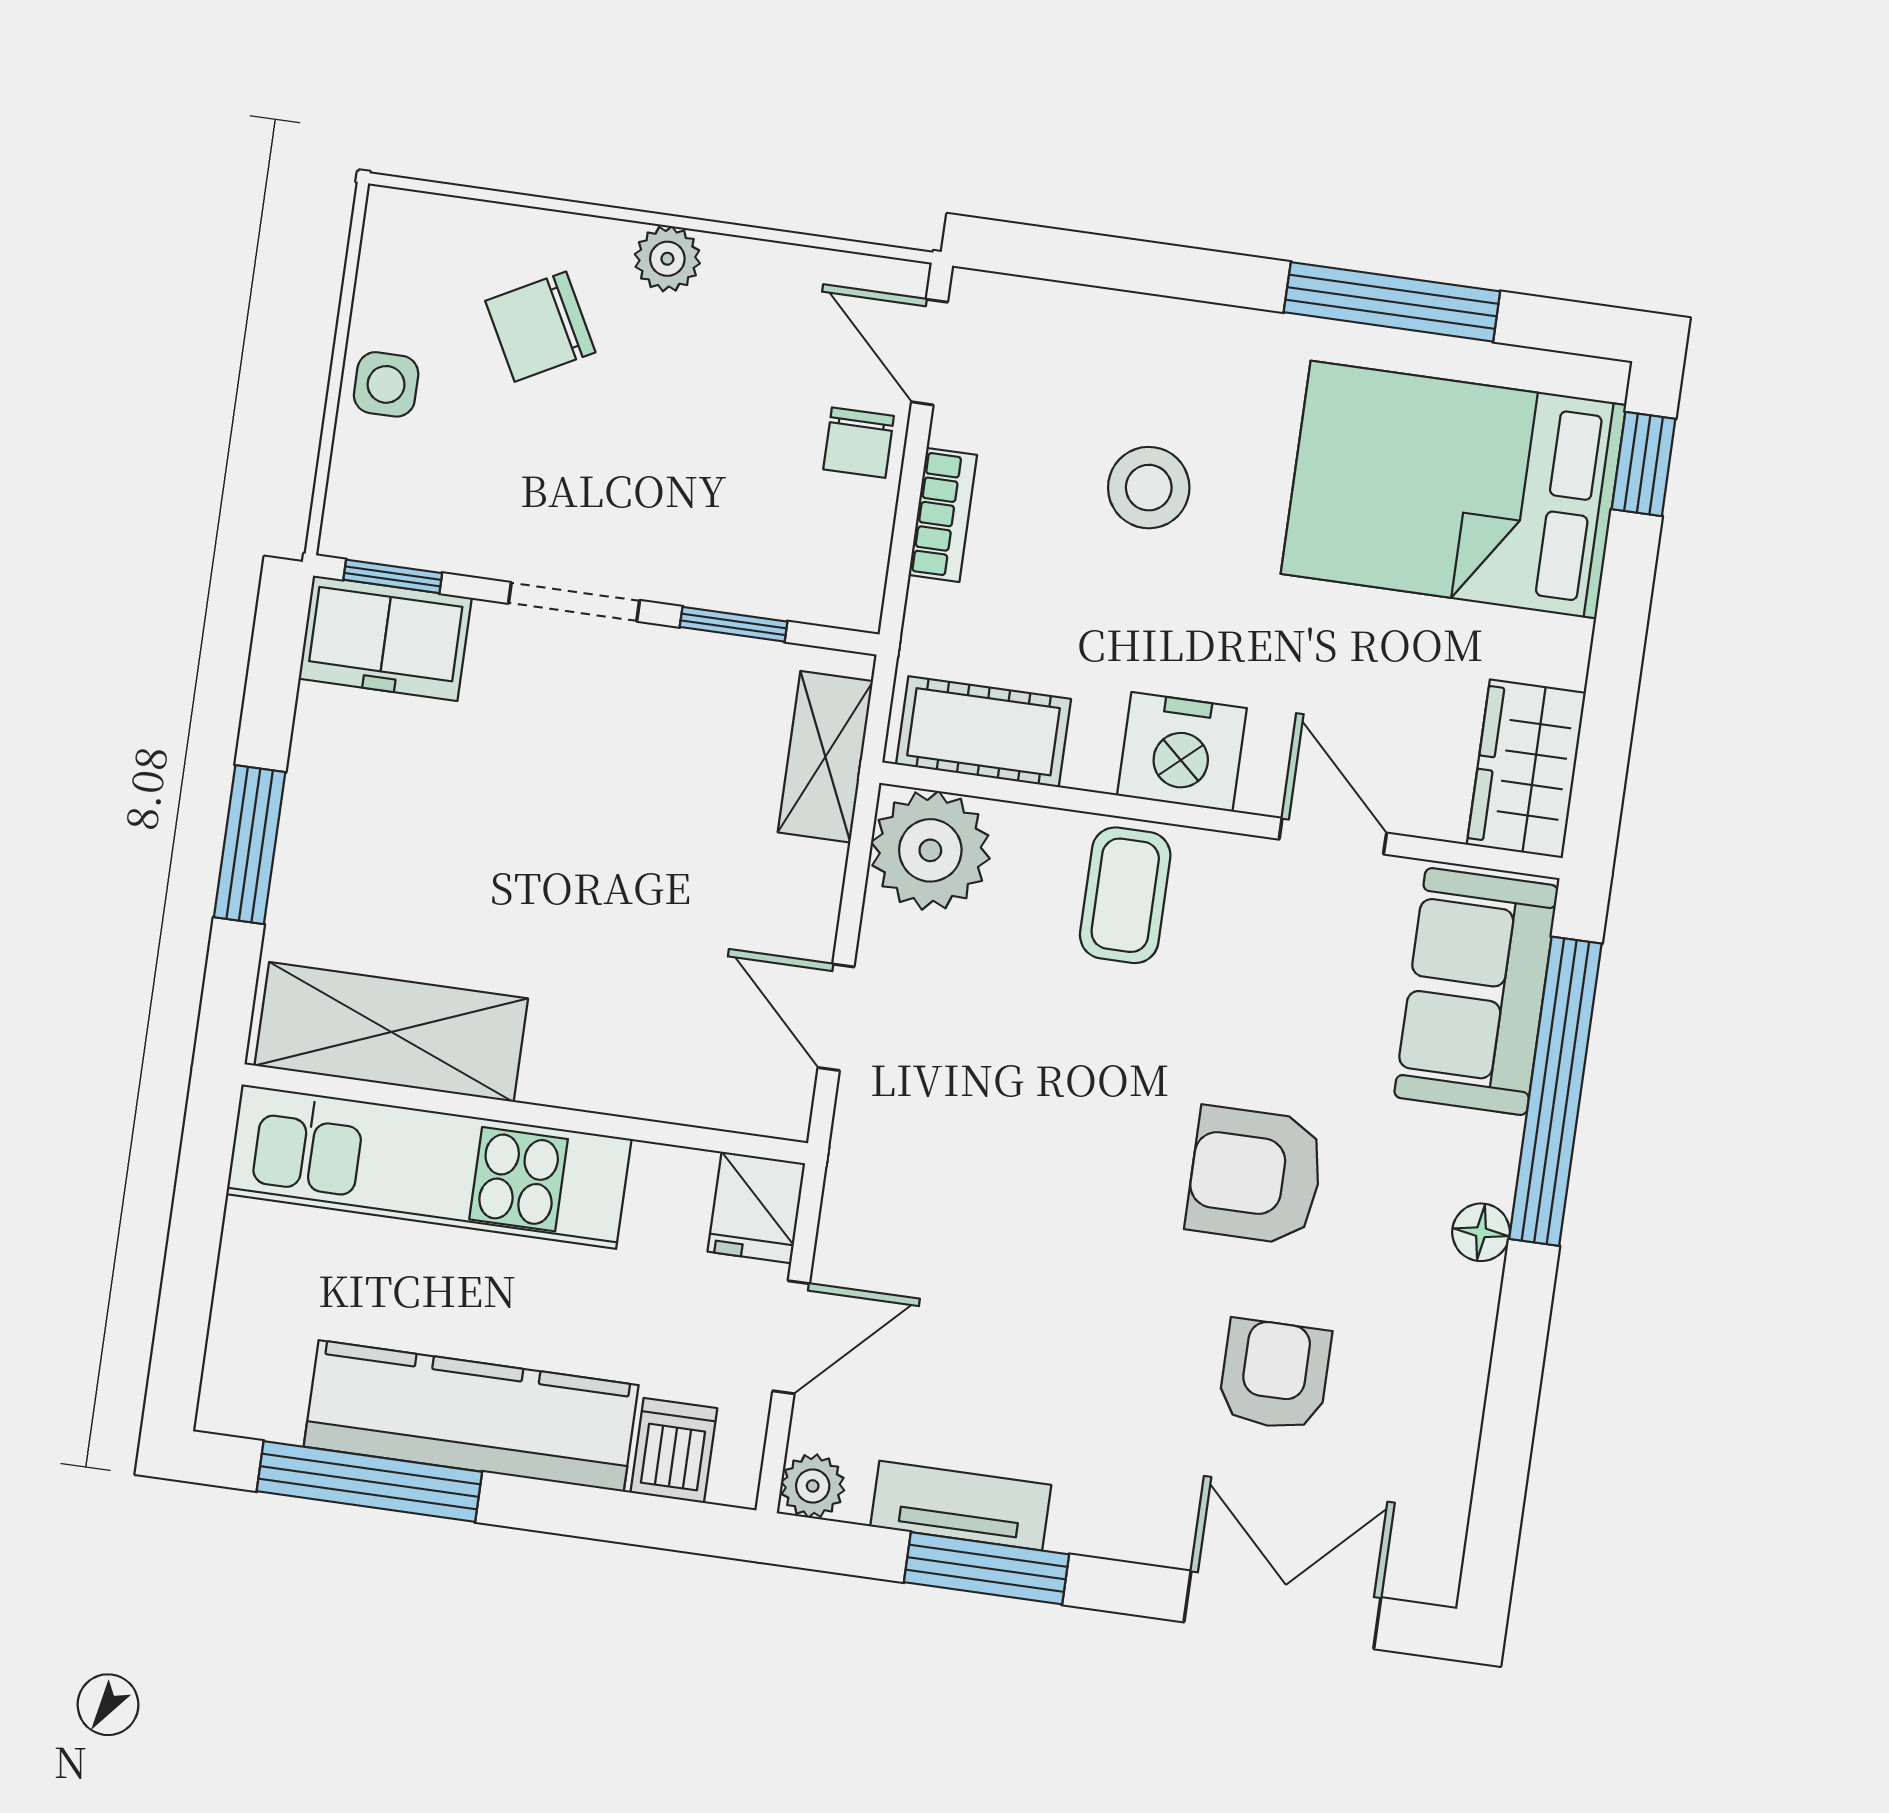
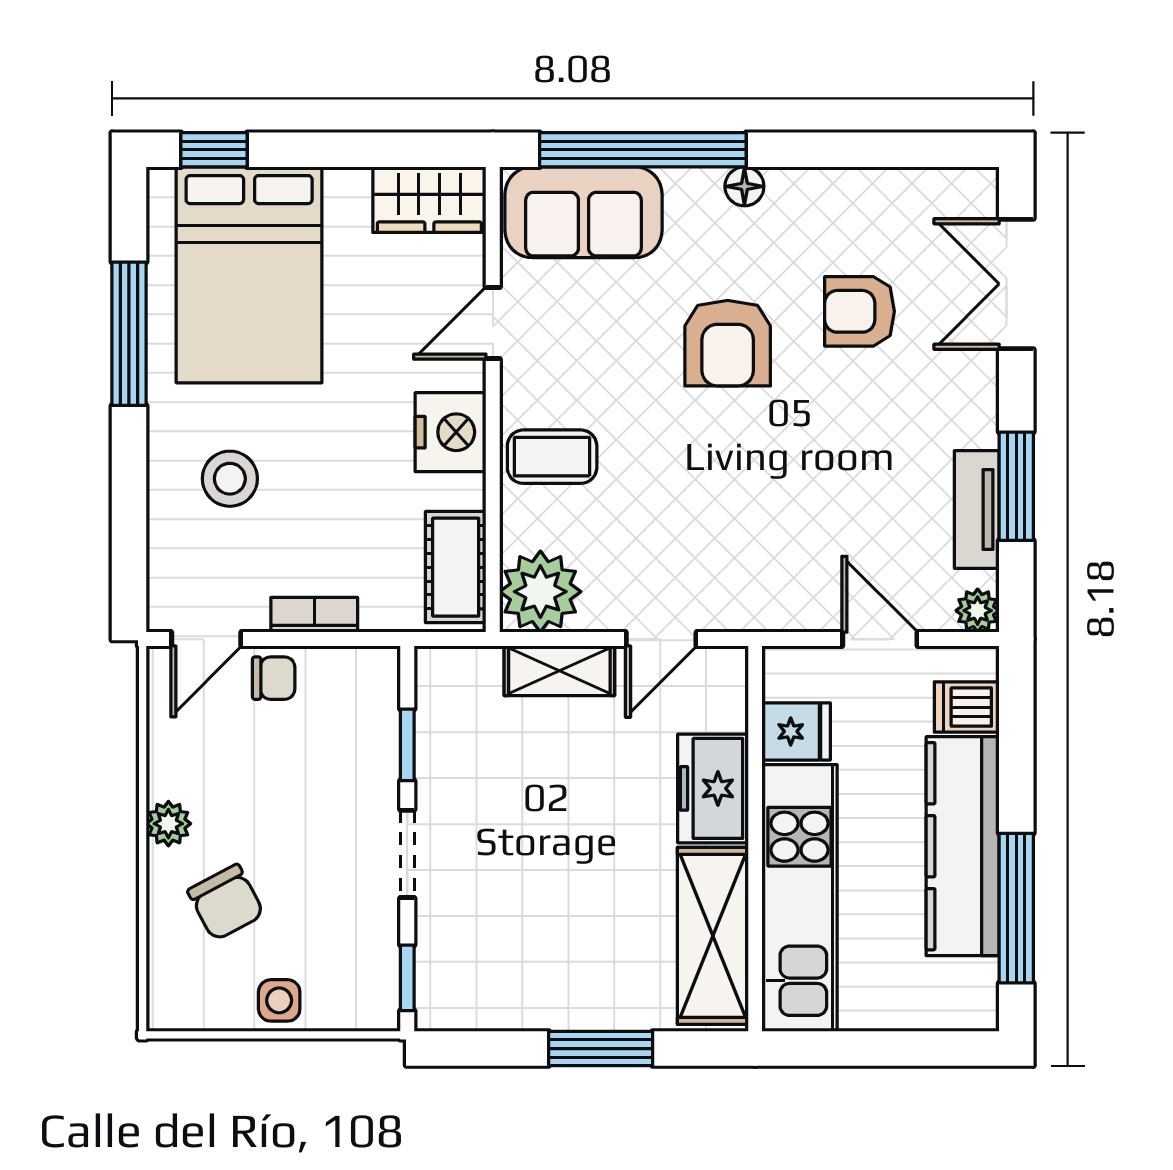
stool: (1149, 488) -> (230, 479), moved
freezer: (385, 638) -> (713, 788), moved, turned 180
shelving: (825, 757) -> (559, 671), moved
fridge: (756, 1207) -> (796, 731), moved

